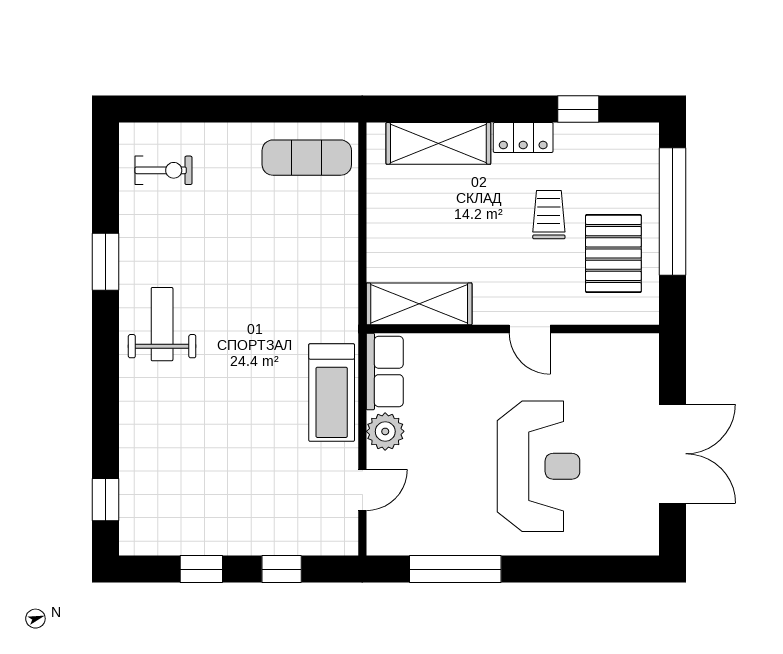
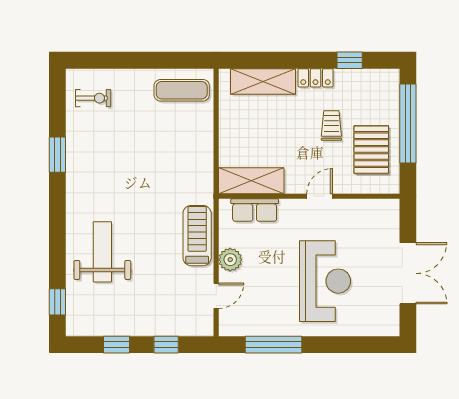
weight bench: (162, 324) -> (102, 252), moved, width x1.36, depth x1.33
door: (530, 329) -> (320, 196), swing flipped
row of seats: (385, 371) -> (255, 210), moved, turned 90
treadmill: (332, 393) -> (197, 236), turned 180

